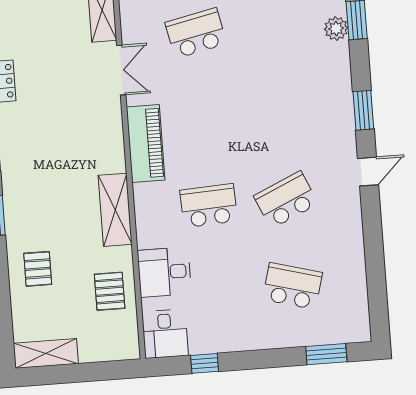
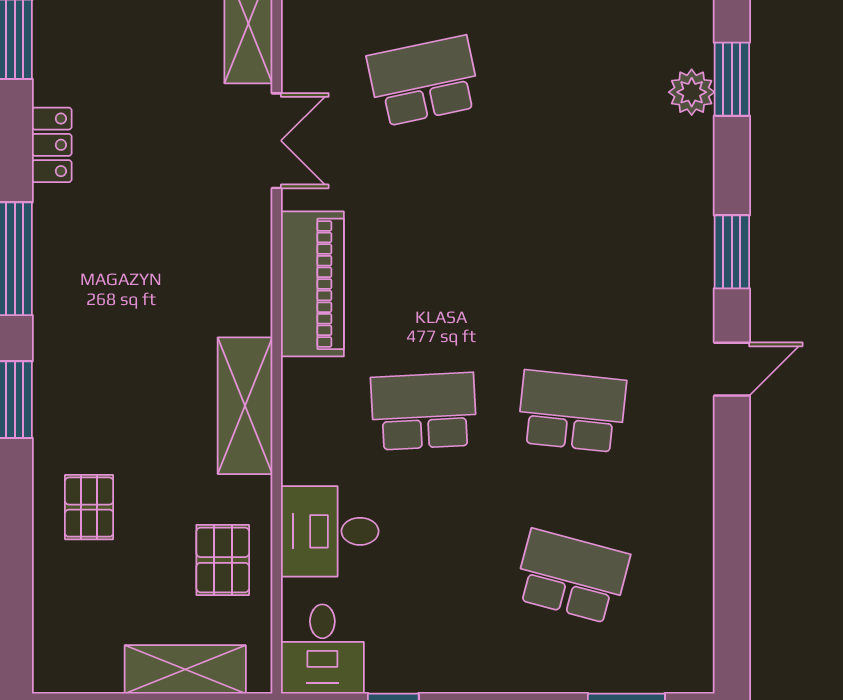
school desk: (286, 200) -> (572, 411), turned 30
shelving: (46, 354) -> (185, 669), moved

